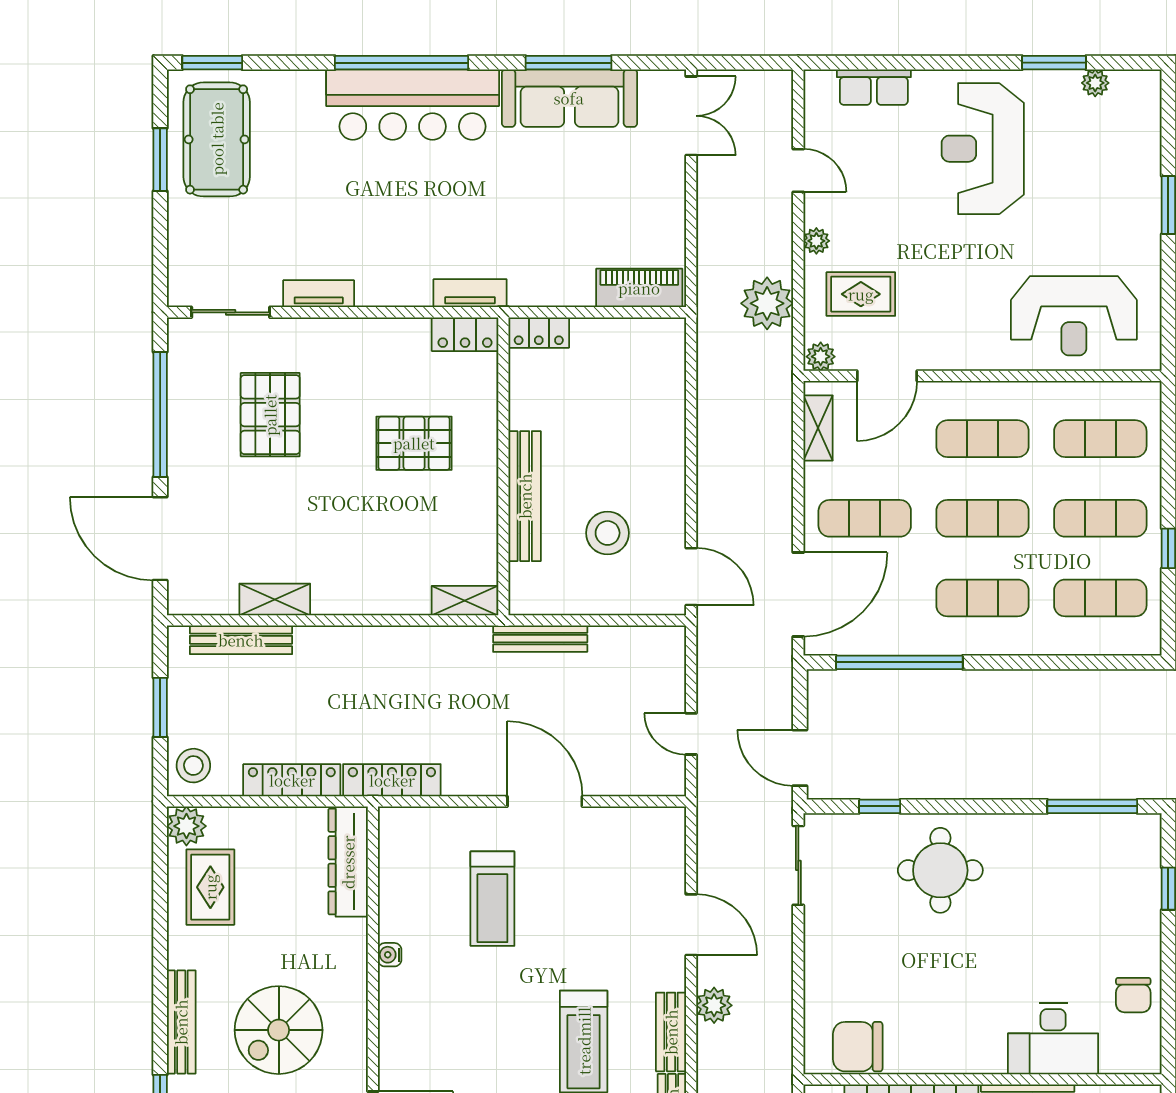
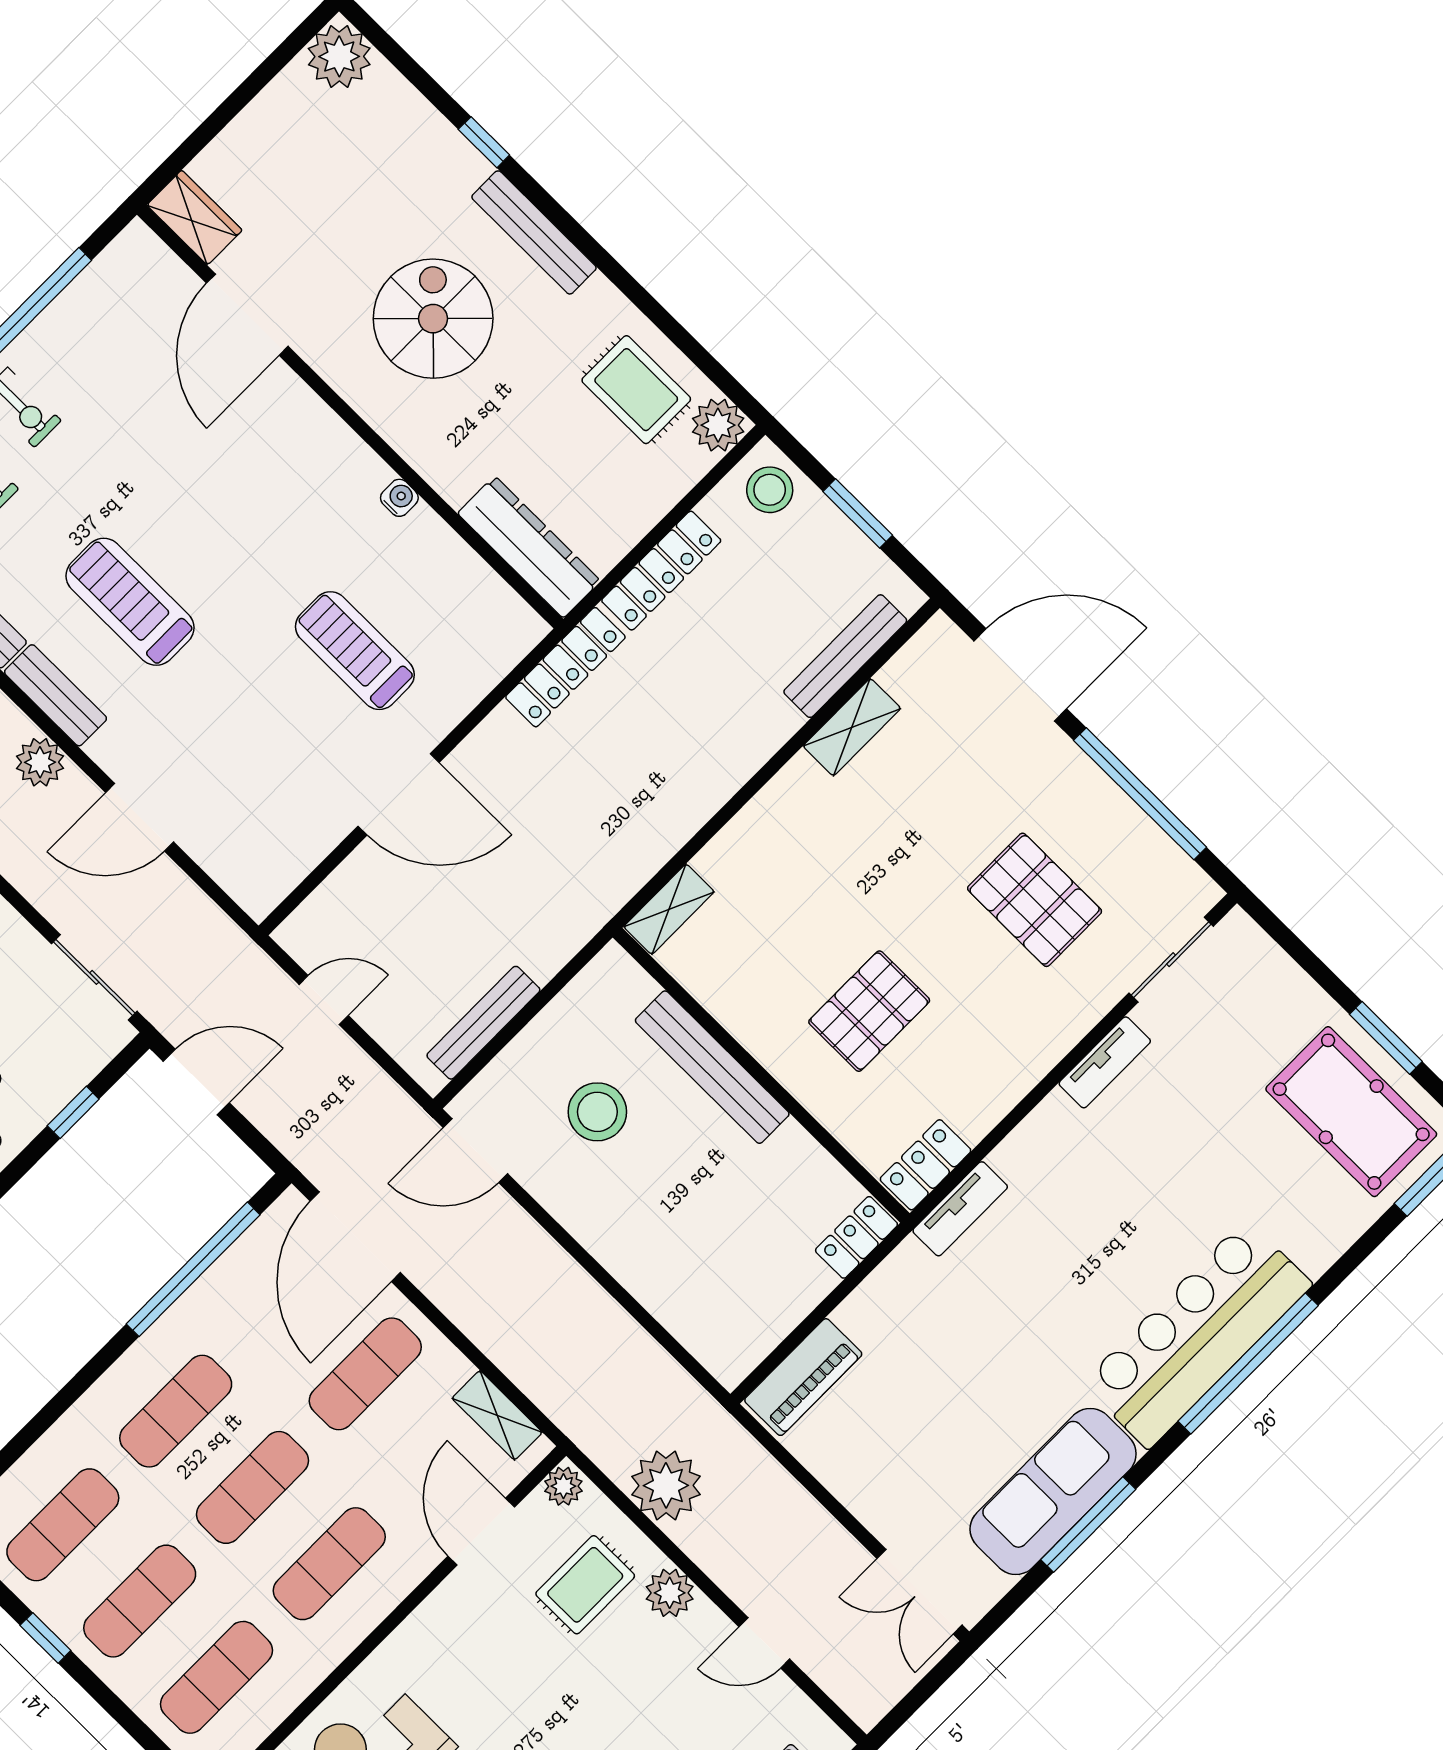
plant: (816, 241) -> (670, 1593), width x1.38, depth x1.38
bench: (540, 639) -> (483, 1023), moved

